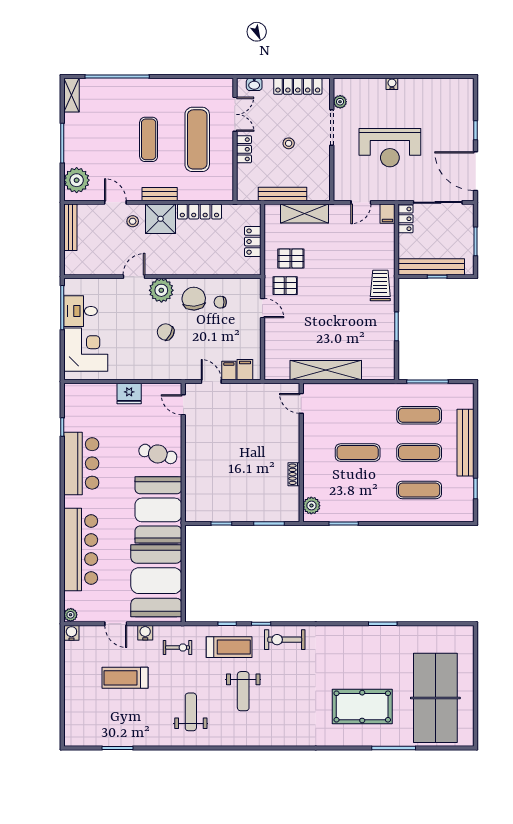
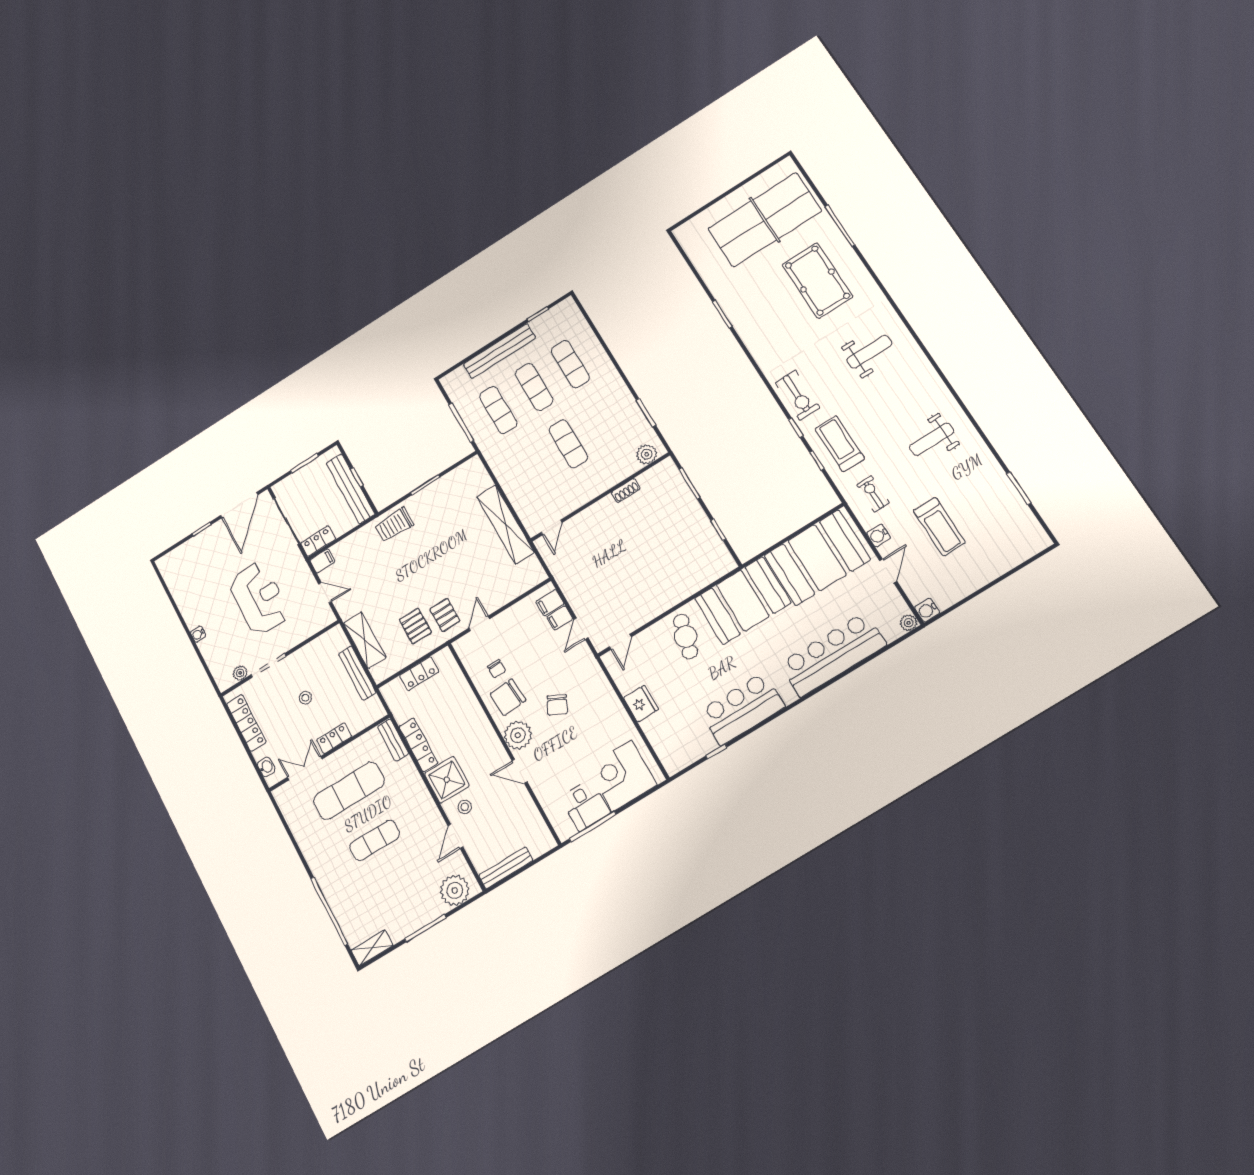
bench: (160, 194) -> (393, 740), moved
weight bench: (243, 691) -> (869, 352), moved

